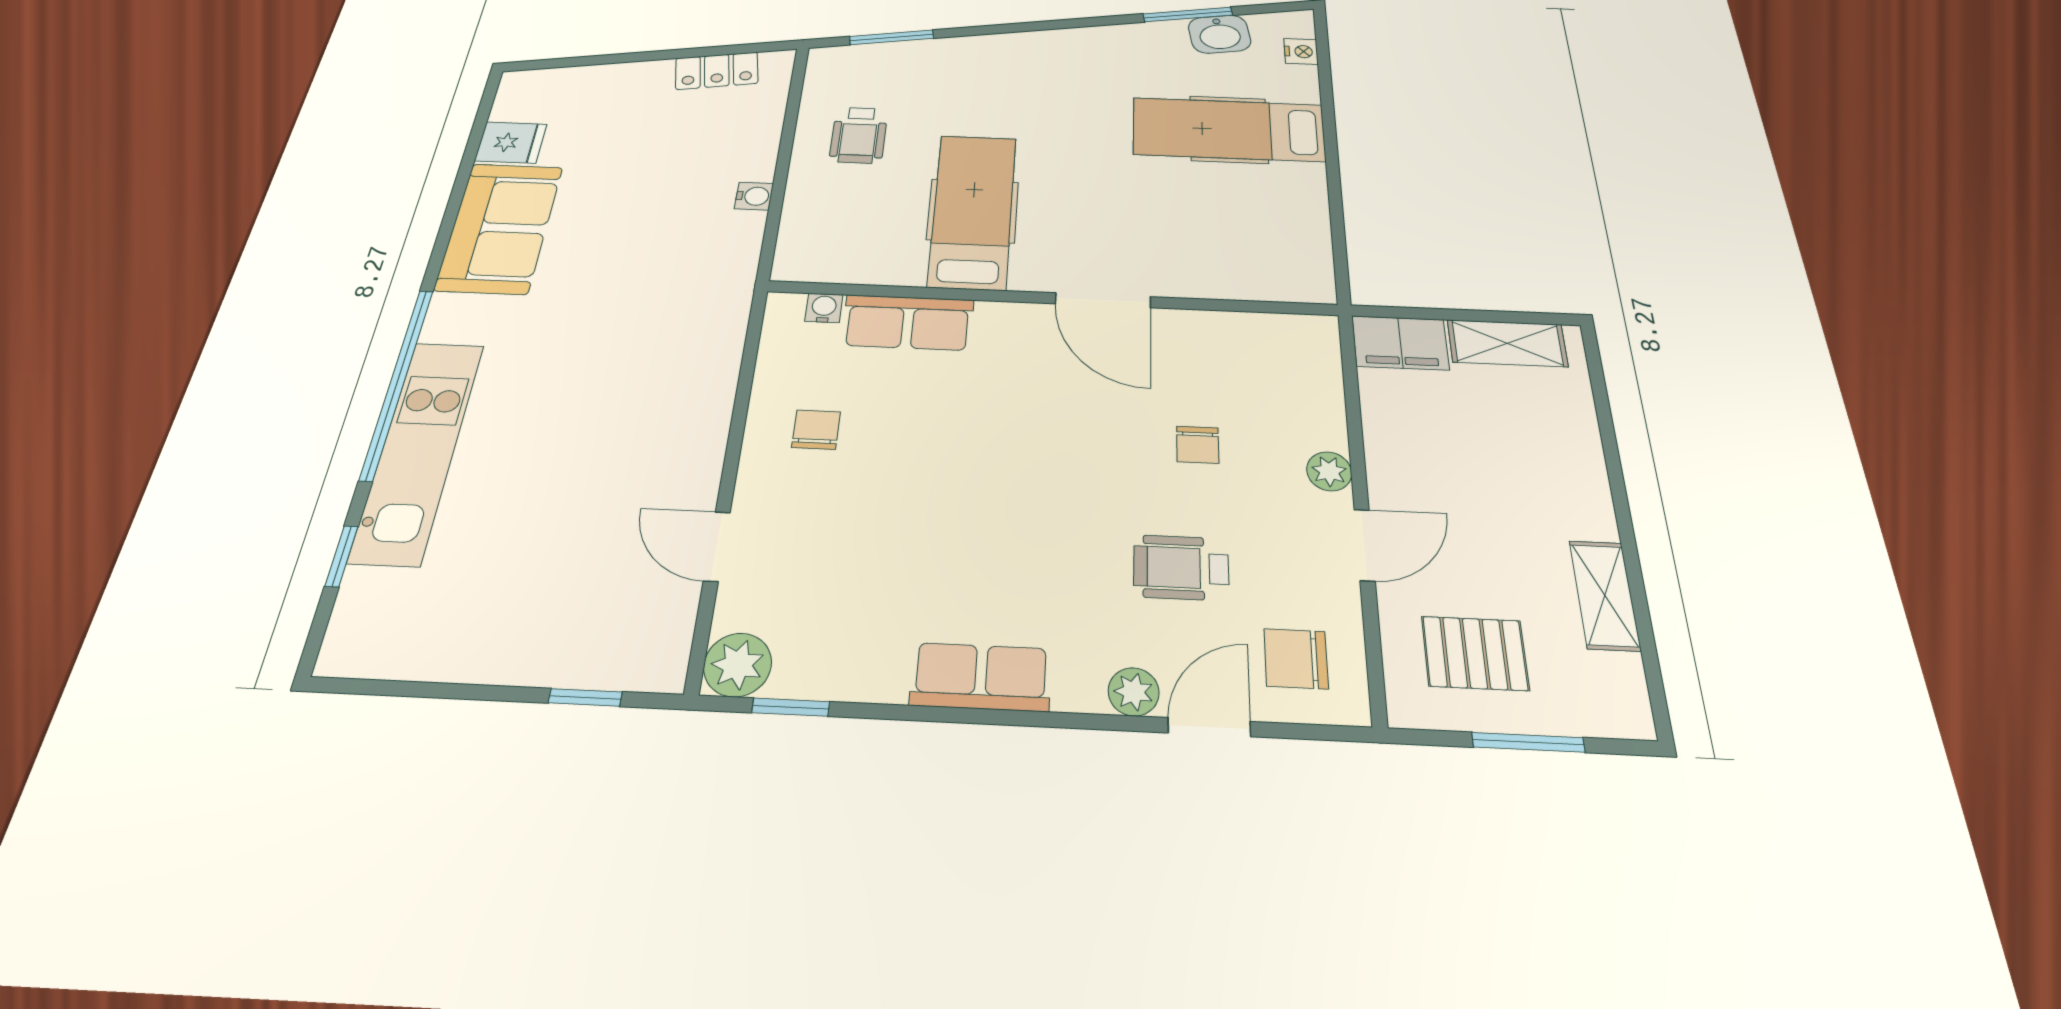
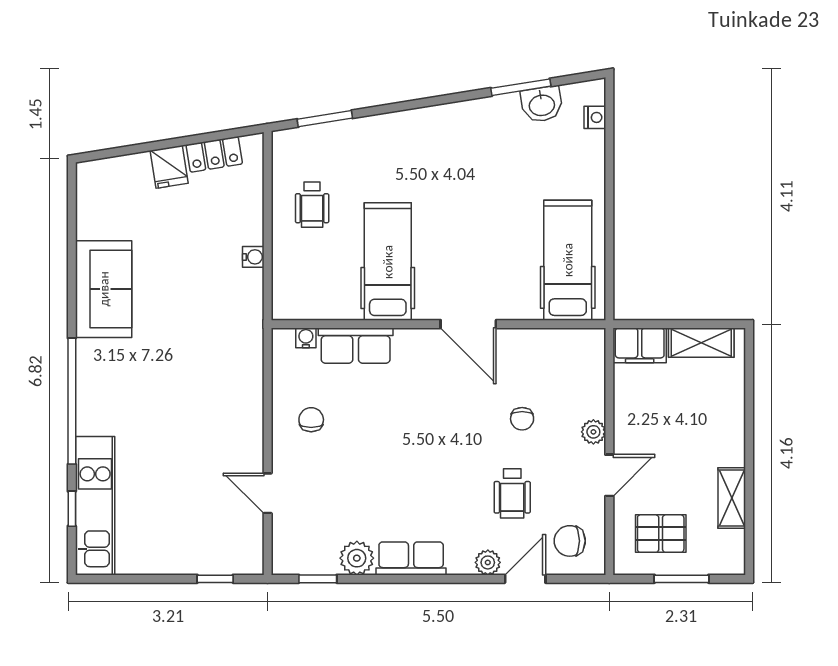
hospital bed: (1229, 130) -> (568, 260), moved, turned 90
fridge: (511, 143) -> (169, 167), moved, turned 81
kitchen unit: (418, 450) -> (95, 506), moved
wheelchair: (1181, 568) -> (512, 493), turned -90
plant: (738, 665) -> (357, 558), moved

